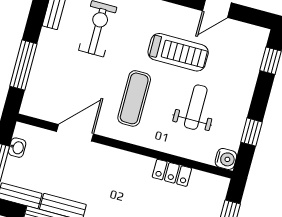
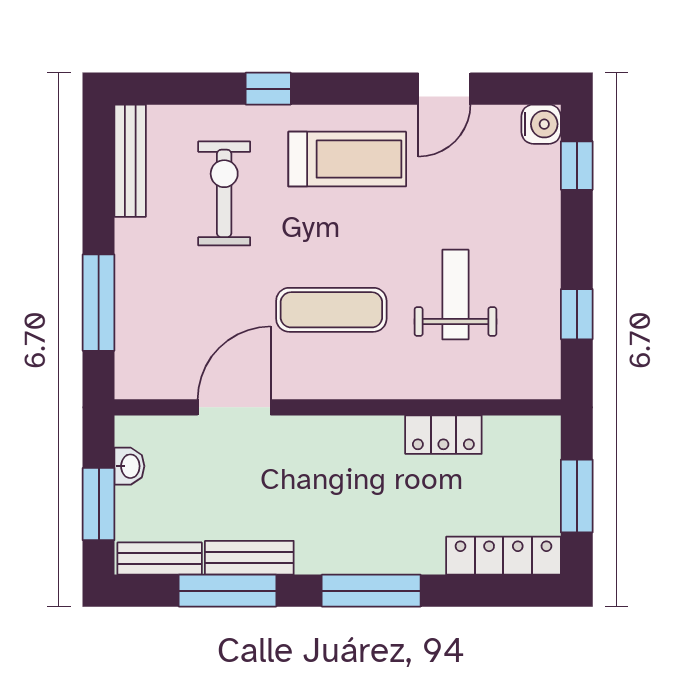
treadmill: (178, 52) -> (347, 159), moved
exercise mat: (134, 98) -> (331, 310), turned 90
water cooler: (226, 159) -> (541, 124), moved

